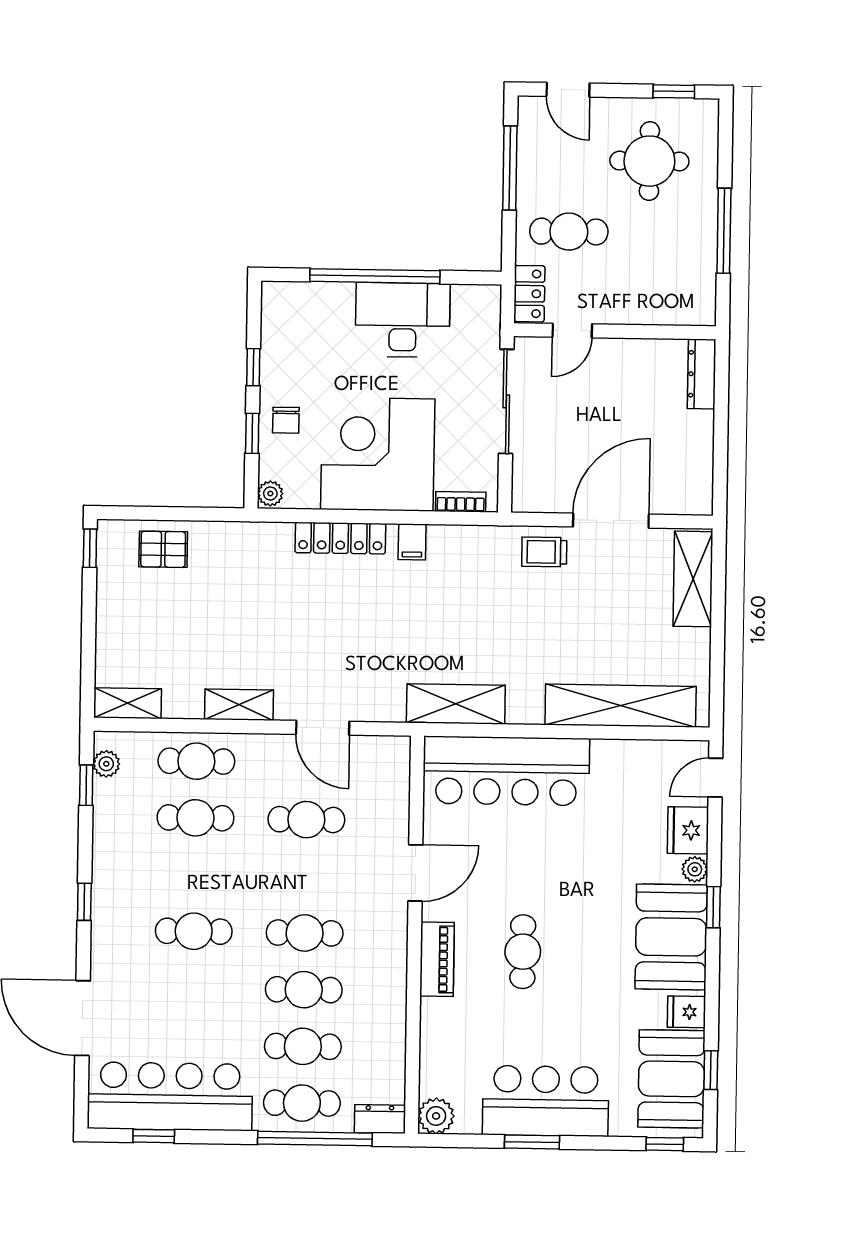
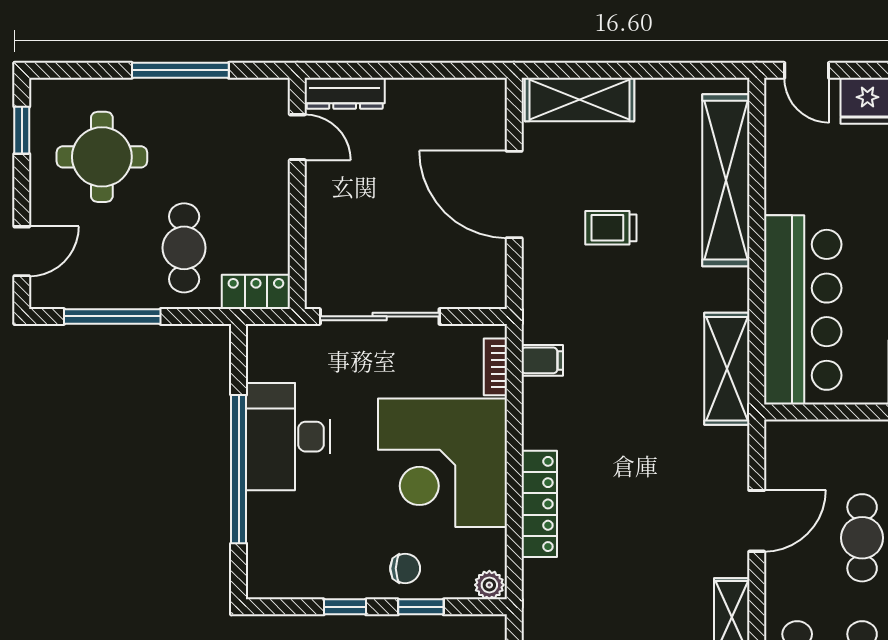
door: (572, 331) -> (297, 137), moved
filing cabinet: (412, 542) -> (542, 360), moved
trolley: (544, 552) -> (611, 228), moved, turned 90

